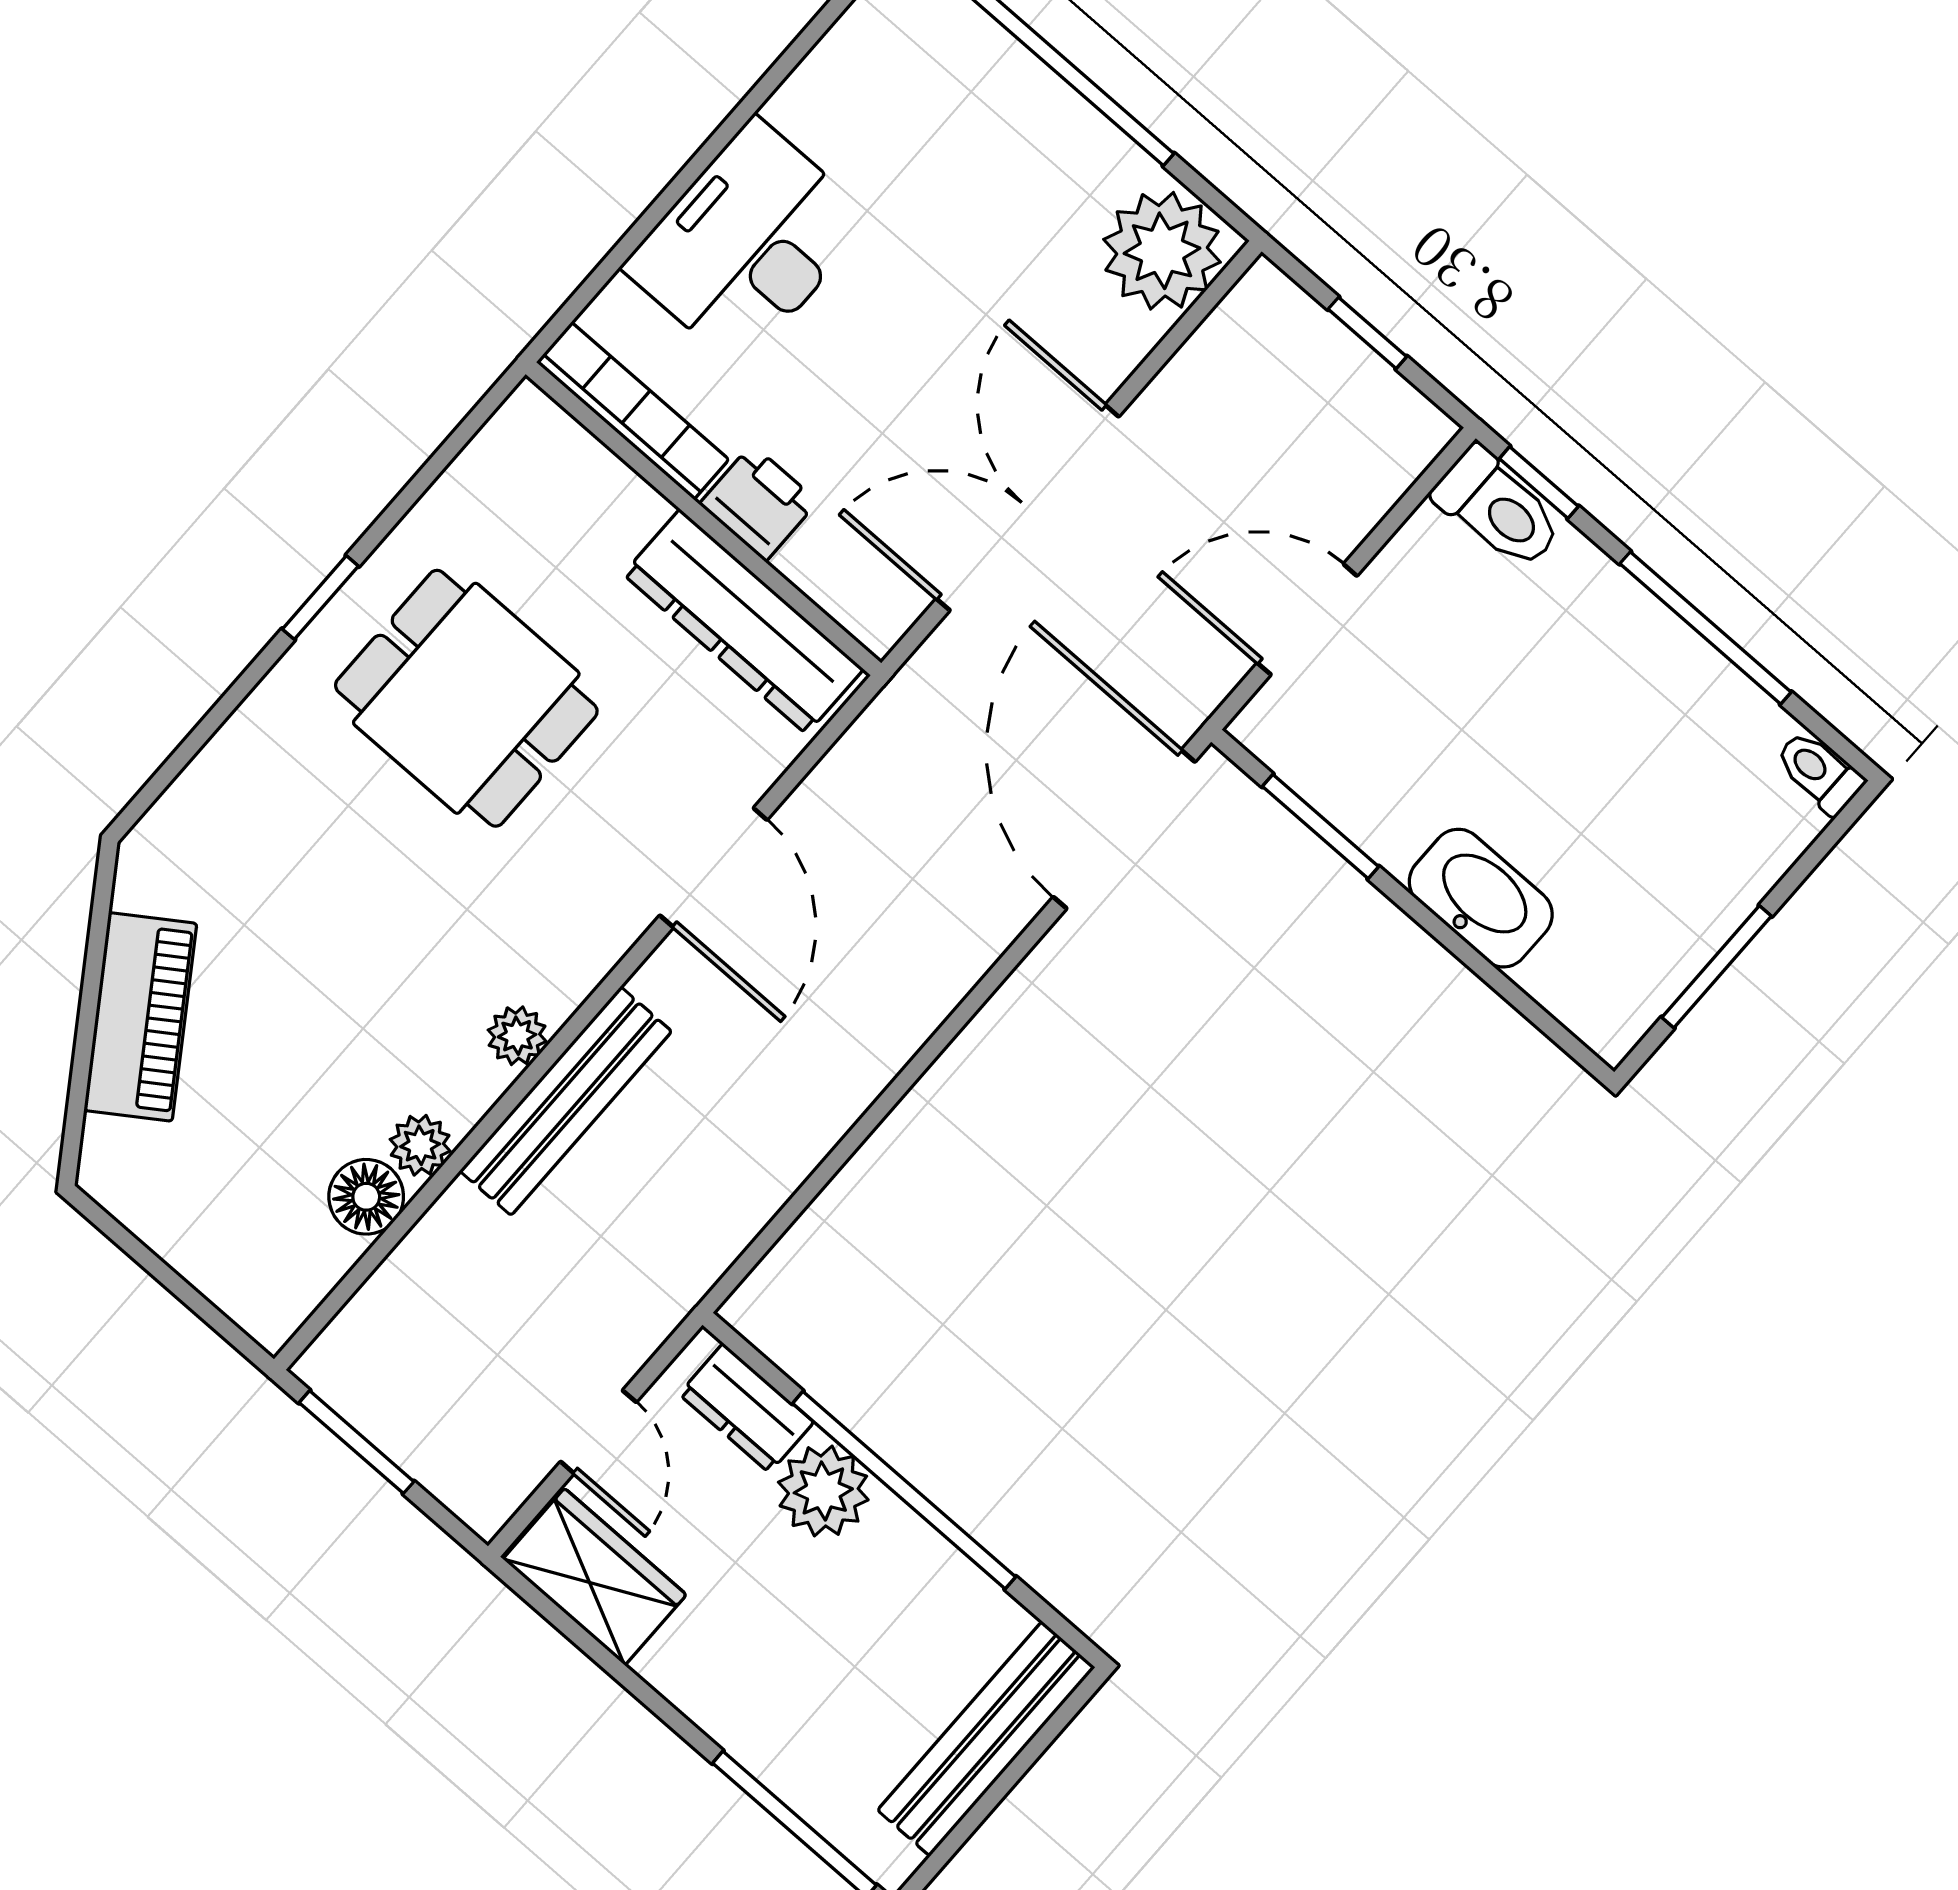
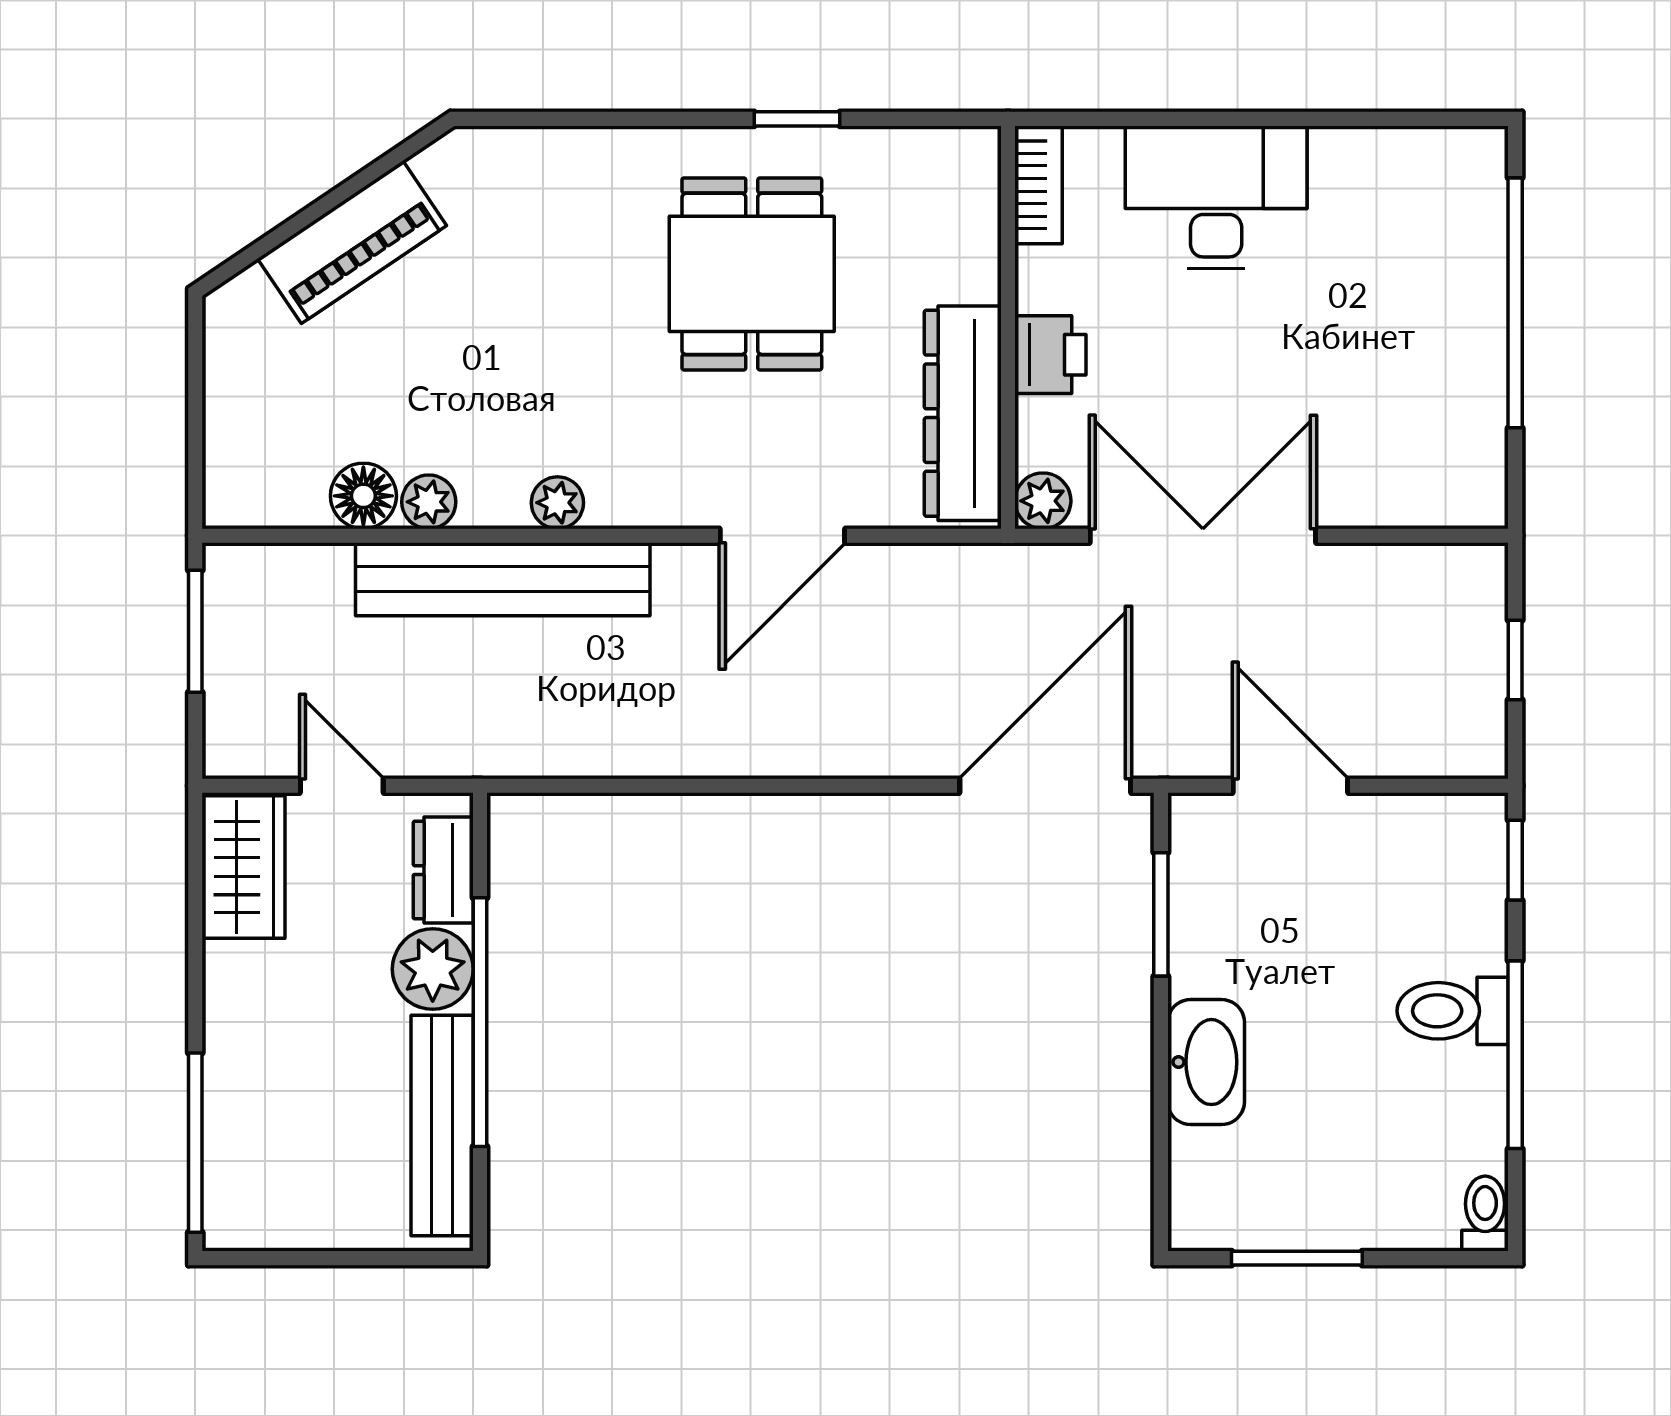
plant: (1162, 251) -> (1043, 501), moved, width x0.53, depth x0.53
bookcase: (633, 411) -> (1039, 185), width x0.64
toilet: (1498, 508) -> (1453, 1011), moved, turned 90
window: (320, 598) -> (797, 119), moved
bench: (566, 1101) -> (503, 579), width x1.37, depth x1.21
door: (598, 1432) -> (342, 786), swing flipped
bench: (986, 1739) -> (442, 1125), moved, turned 90

